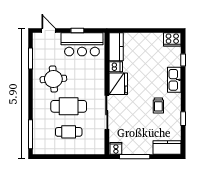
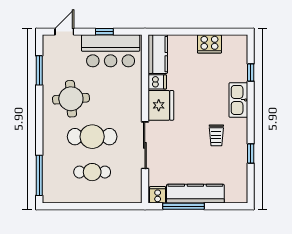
door: (49, 31) -> (64, 32), hinge flipped
cooker: (172, 39) -> (209, 44), moved
kitchen counter: (167, 147) -> (195, 194), moved, width x1.50

